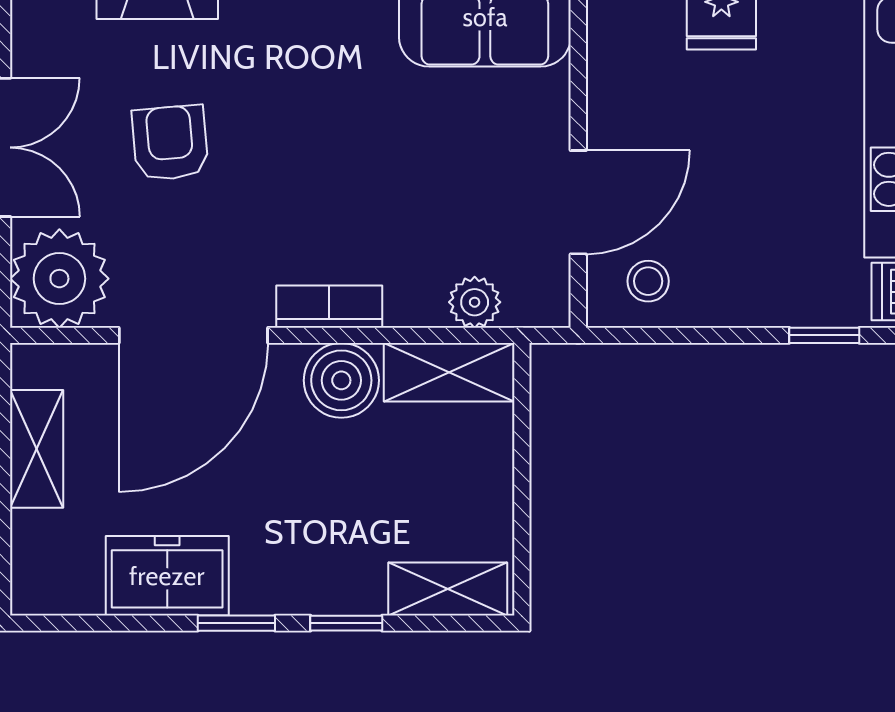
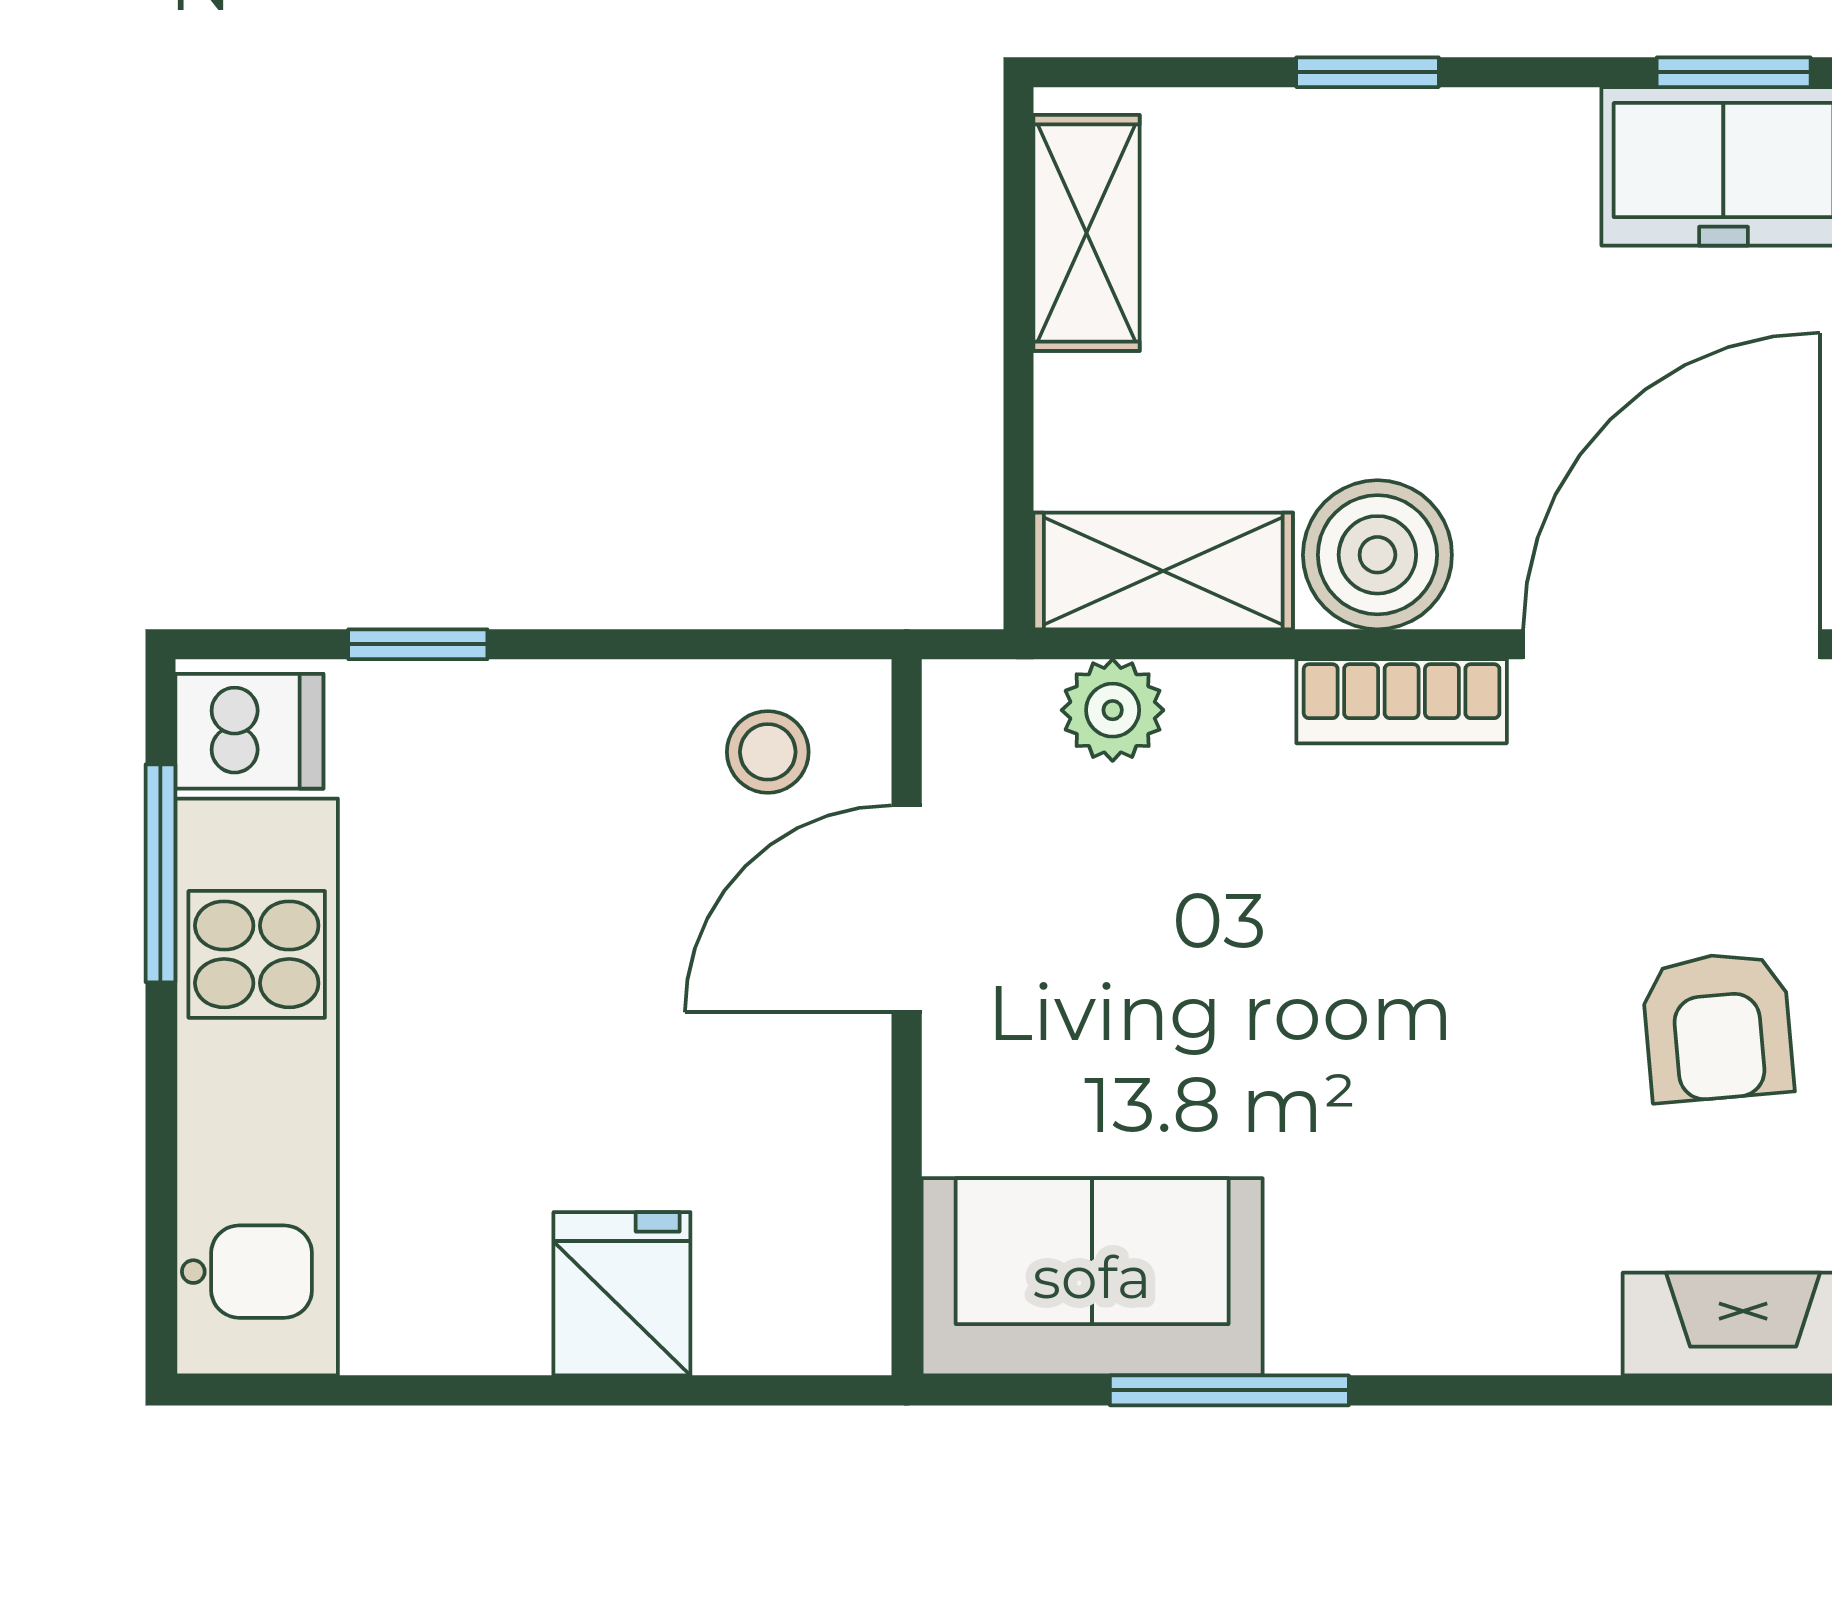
shelving: (448, 589) -> (1087, 233), moved, turned 90
window: (236, 623) -> (1734, 72), moved

